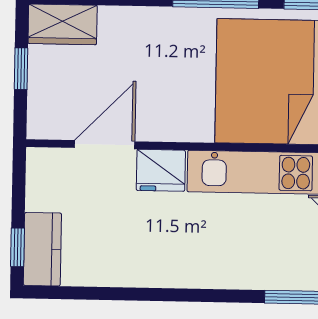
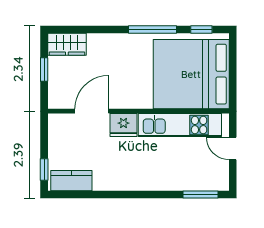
kitchen counter: (42, 249) -> (71, 181), moved, turned -90

